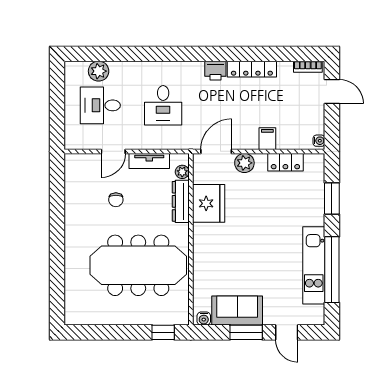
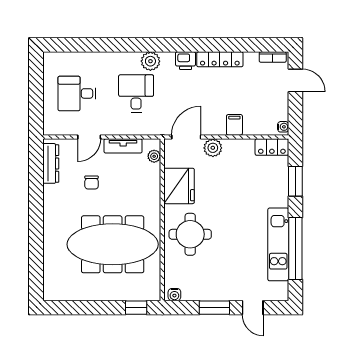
plant: (99, 71) -> (150, 61), moved
desk: (163, 105) -> (136, 93), turned 180
locker: (285, 162) -> (272, 147), moved
dresser: (181, 201) -> (51, 163), moved, turned 180
round table: (220, 255) -> (190, 234), added
sofa: (237, 310) -> (206, 287), removed

